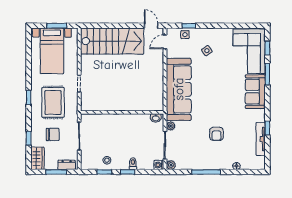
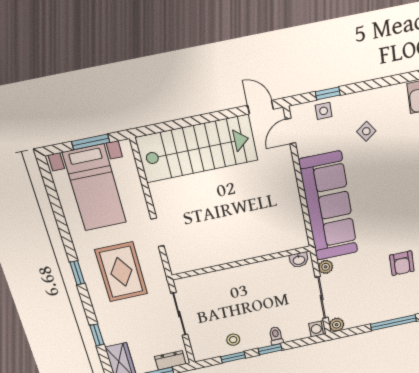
chair: (53, 134) -> (135, 321), removed

